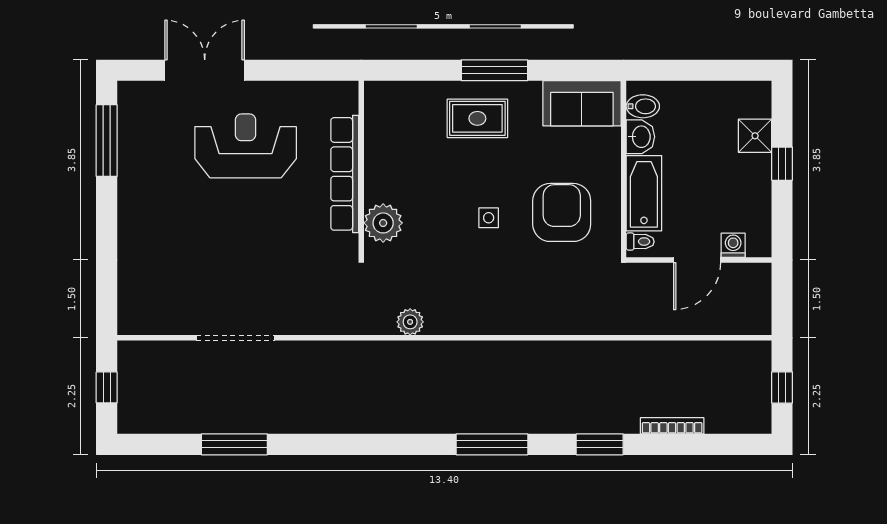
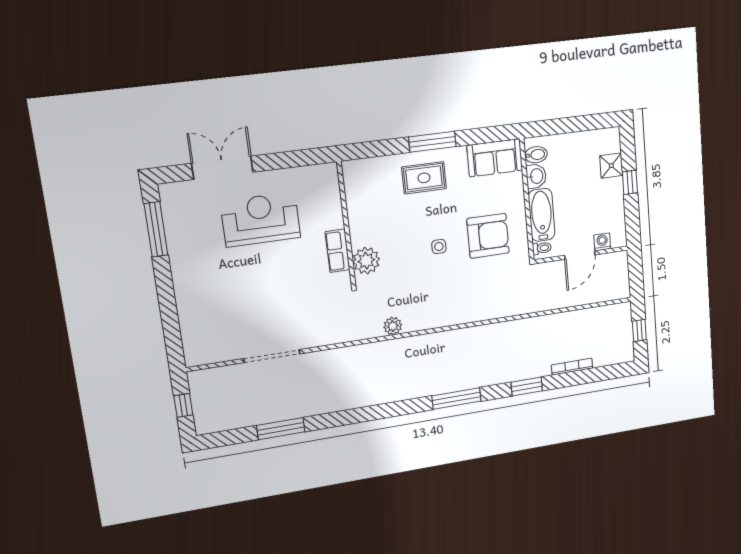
row of seats: (345, 174) -> (338, 251), width x0.50
armchair: (562, 212) -> (488, 236), turned 90

